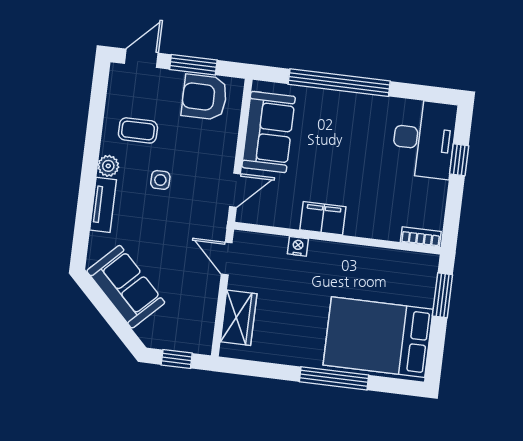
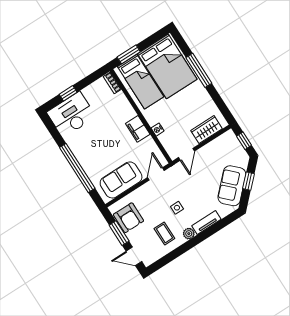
door: (235, 190) -> (156, 174), hinge flipped
bed: (388, 280) -> (141, 82), added
window: (112, 317) -> (249, 181), added

